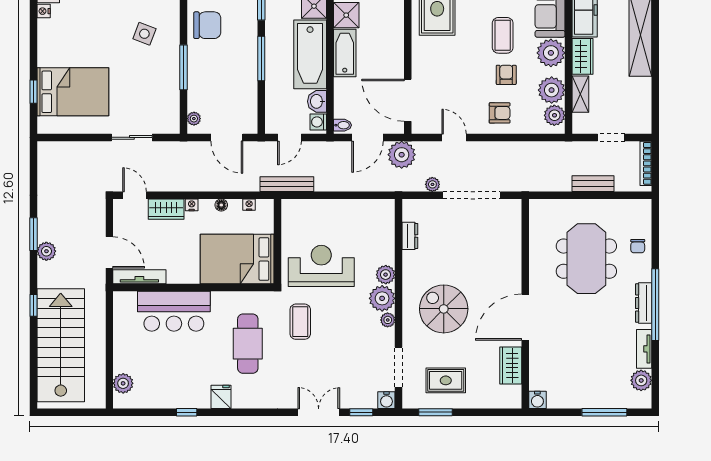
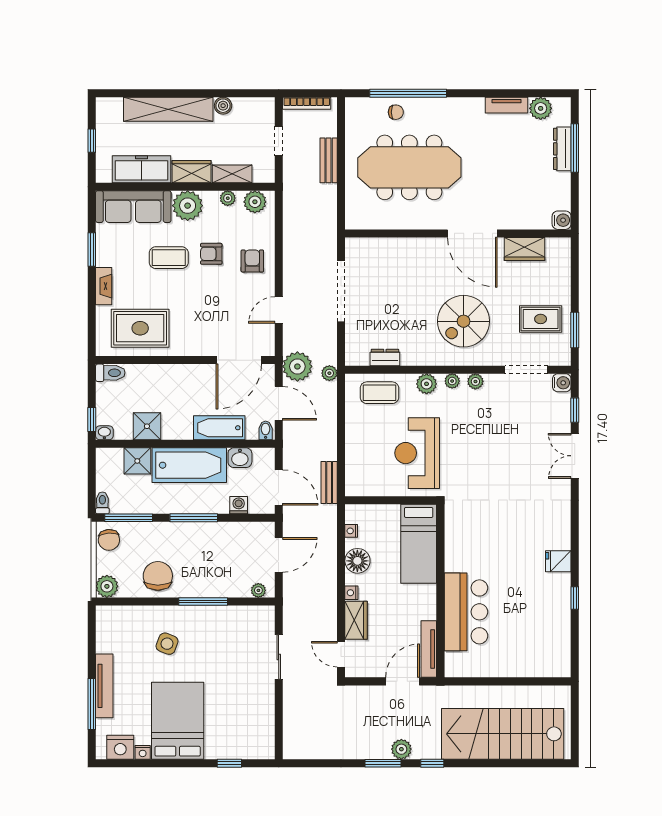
bathtub: (345, 53) -> (219, 428), moved
boiler: (644, 86) -> (223, 106), added
plant: (552, 90) -> (228, 198), width x0.53, depth x0.53
bed: (73, 92) -> (178, 721), moved
washing machine: (318, 122) -> (239, 505), moved, turned 180
door: (289, 137) -> (279, 487), width x1.38
bench: (287, 184) -> (329, 483), width x0.73
plant: (432, 184) -> (329, 373), moved
door: (135, 195) -> (341, 654), hinge flipped
floor lamp: (221, 205) -> (357, 561), width x1.89, depth x1.89
bed: (237, 259) -> (419, 544), width x0.67
meeting table: (586, 259) -> (409, 167), width x1.36
plant: (382, 298) -> (452, 381), width x0.53, depth x0.53
dresser: (644, 303) -> (562, 149), moved, turned 90
window: (33, 305) -> (432, 763), moved
window: (655, 305) -> (408, 93), moved
coffee table: (300, 322) -> (379, 393), moved
cafe table: (248, 344) -> (501, 532), removed
rug: (446, 380) -> (541, 319), turned 90
plant: (123, 383) -> (544, 667), removed

